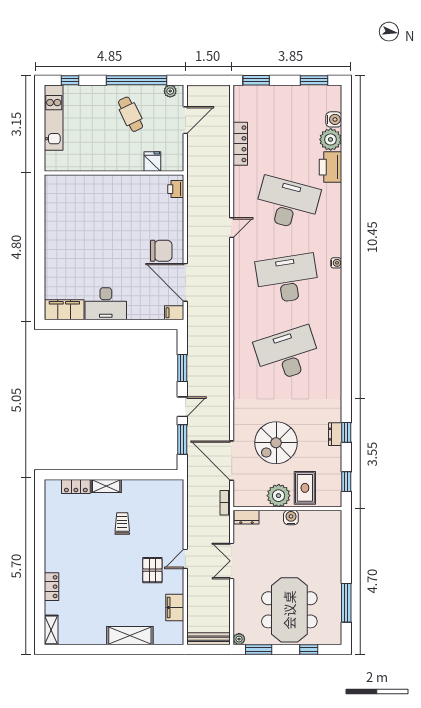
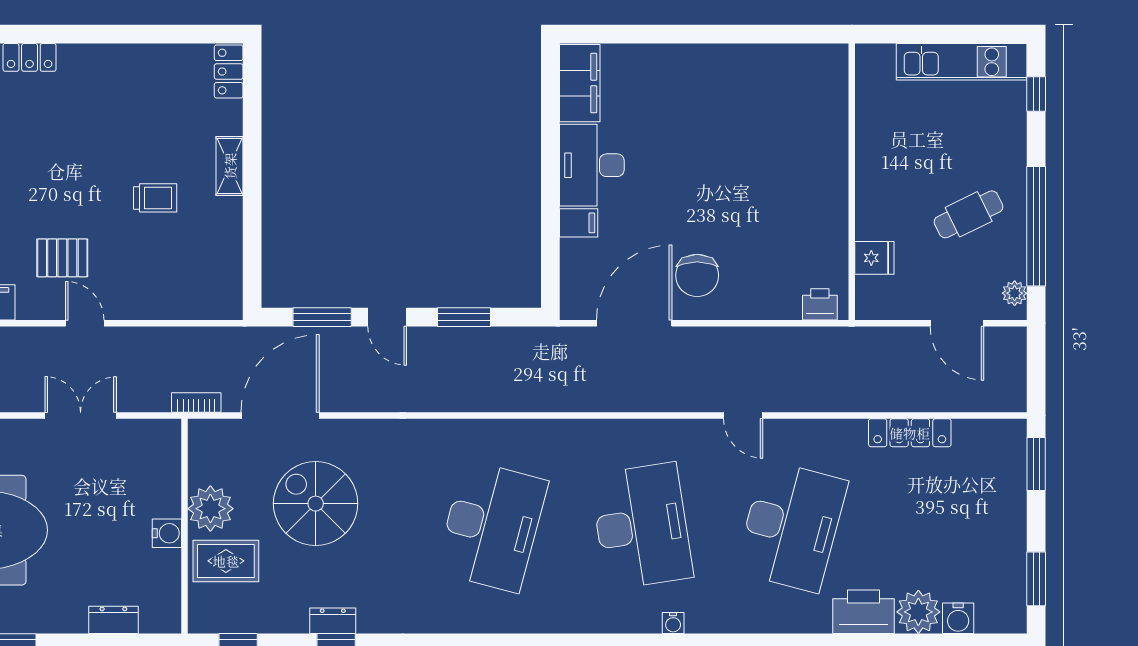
filing cabinet: (174, 313) -> (579, 223), moved, turned 90
desk: (287, 354) -> (492, 526), turned 33
locker: (76, 486) -> (229, 72), moved
dresser: (247, 517) -> (113, 620), moved, turned 90

